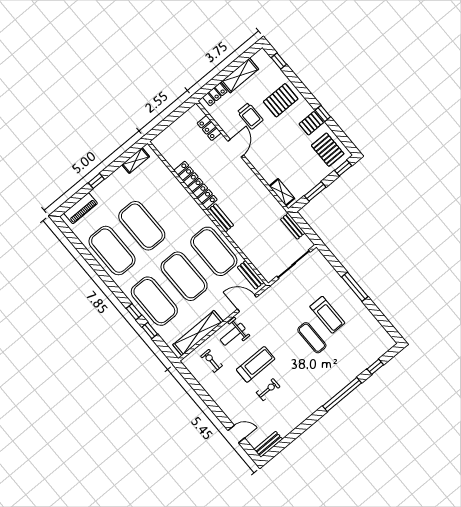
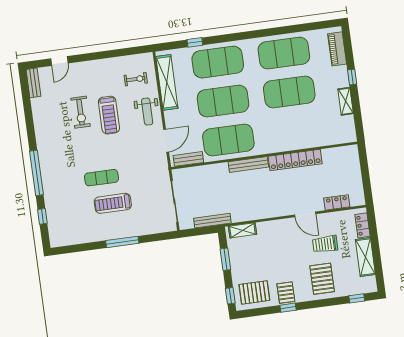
shelving: (136, 161) -> (346, 101), moved
bench: (220, 218) -> (248, 164), width x1.36
bench: (293, 226) -> (212, 221), width x1.36
window: (134, 312) -> (220, 39), removed
weight bench: (233, 334) -> (147, 112), turned 180
exercise bike: (268, 390) -> (81, 112), width x1.38, depth x1.39

